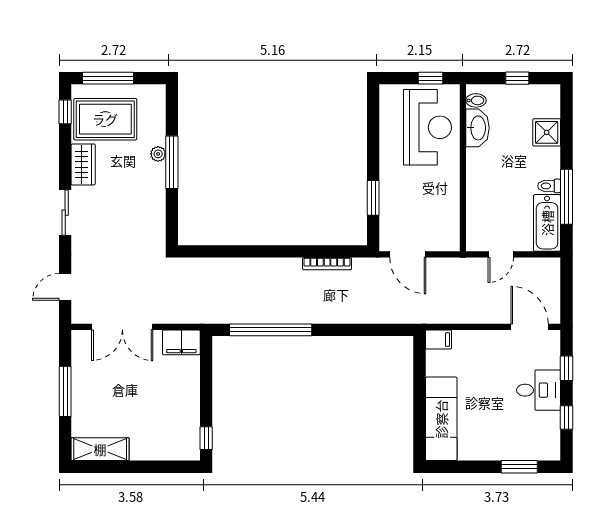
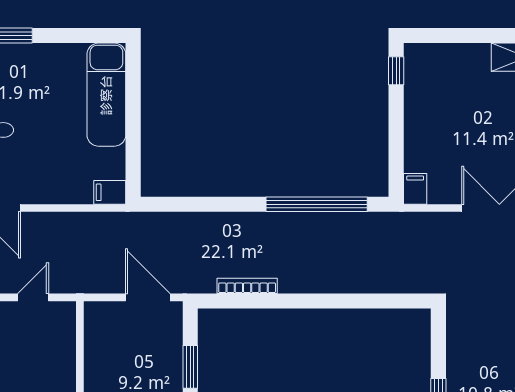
filing cabinet: (181, 342) -> (415, 189), width x0.50

